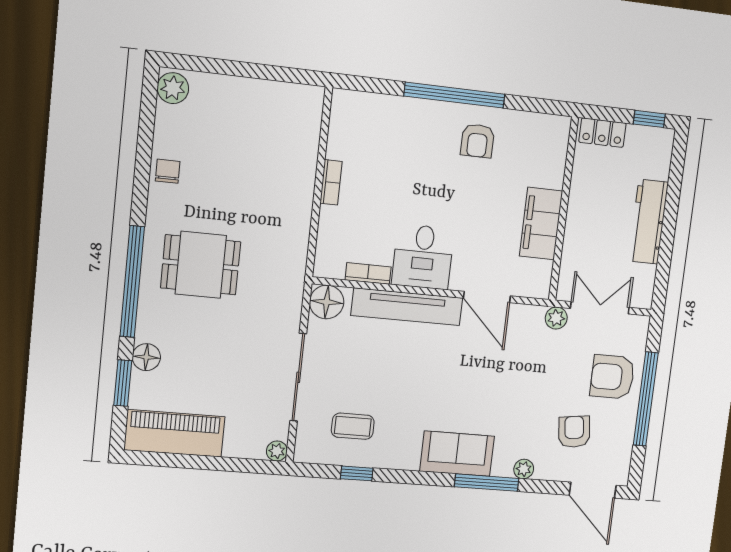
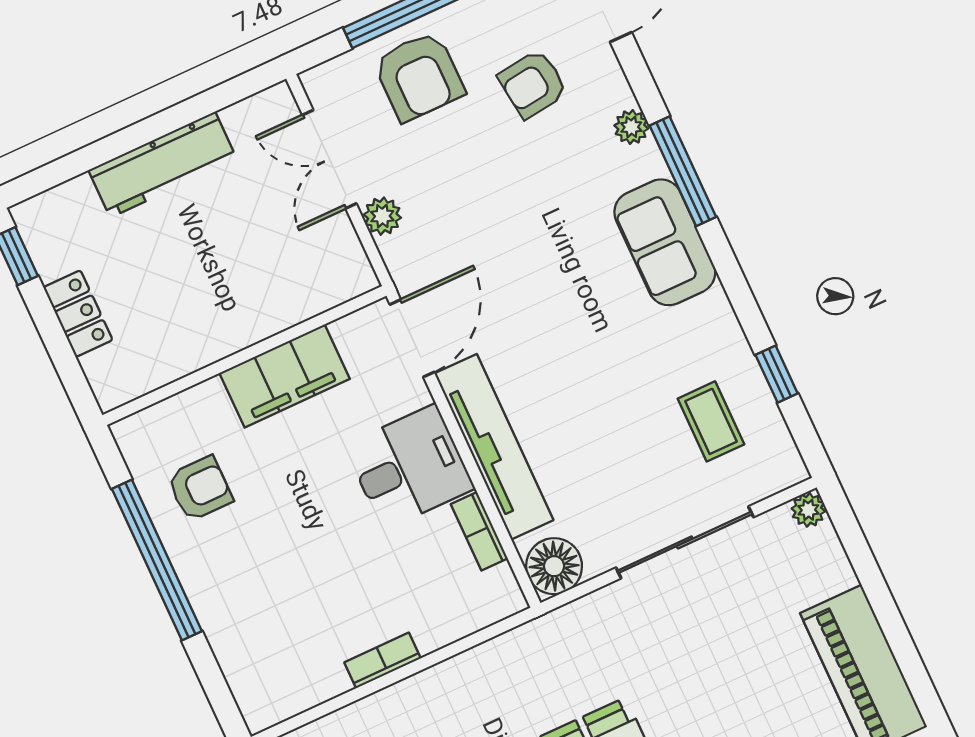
wall: (563, 209) -> (244, 356), moved
filing cabinet: (541, 224) -> (285, 376), moved

